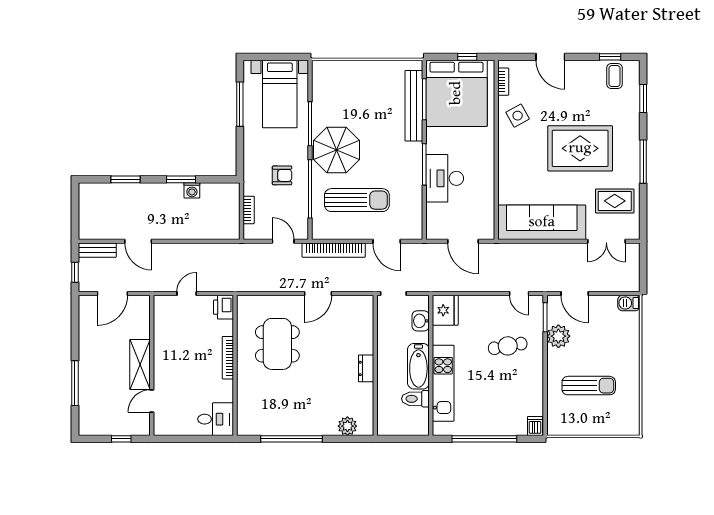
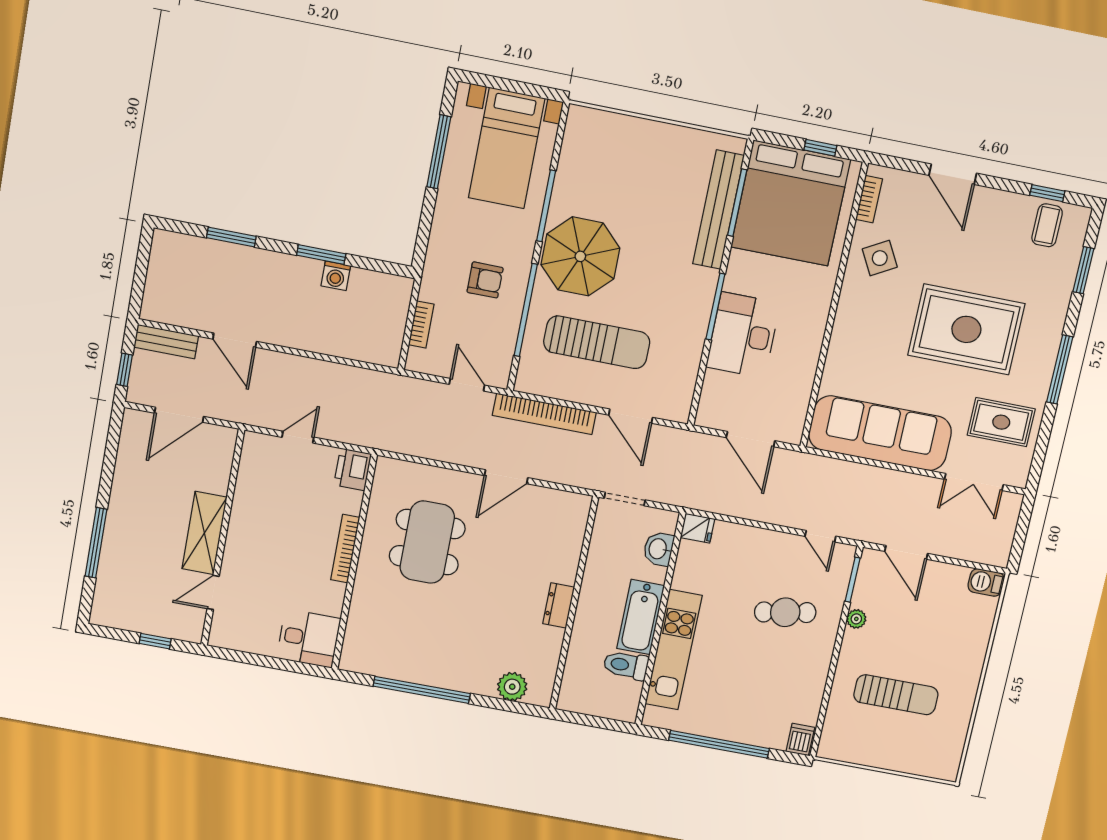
fridge: (445, 310) -> (697, 528), width x0.53, depth x0.75
plant: (558, 336) -> (856, 619), width x0.53, depth x0.53

